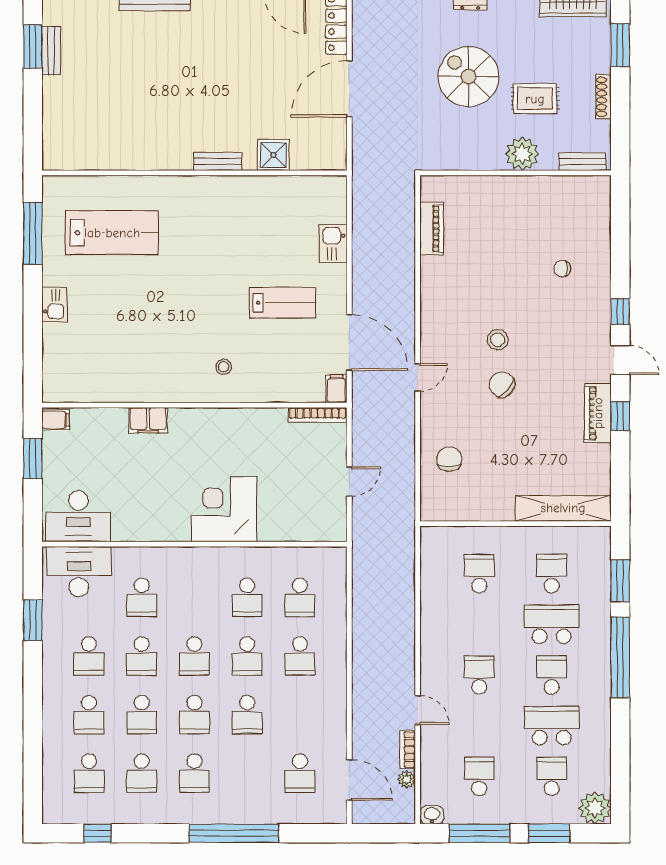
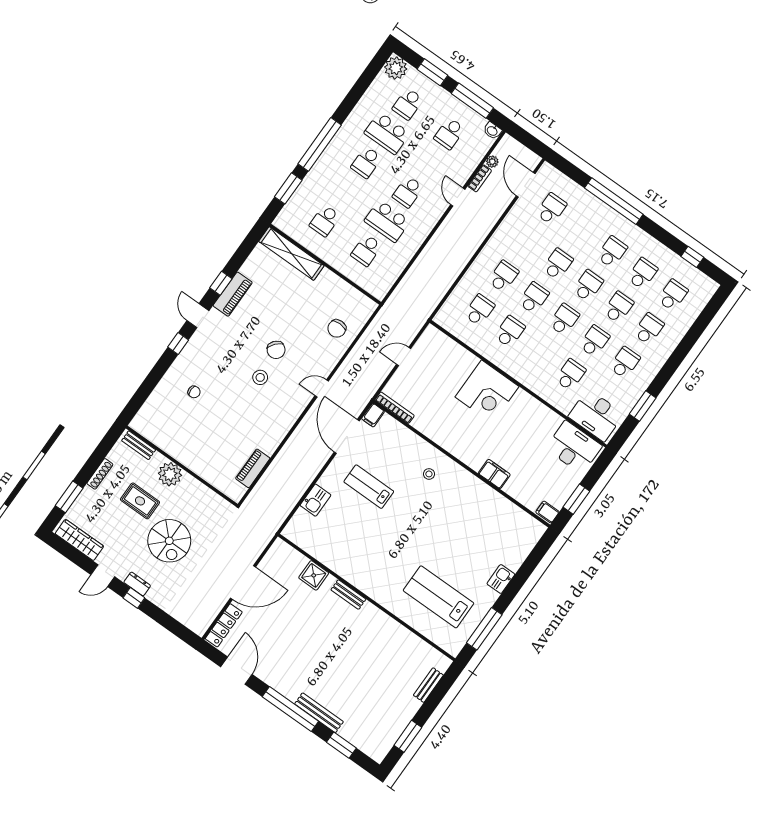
bench: (51, 51) -> (428, 685), moved
school desk: (552, 624) -> (387, 221), moved

